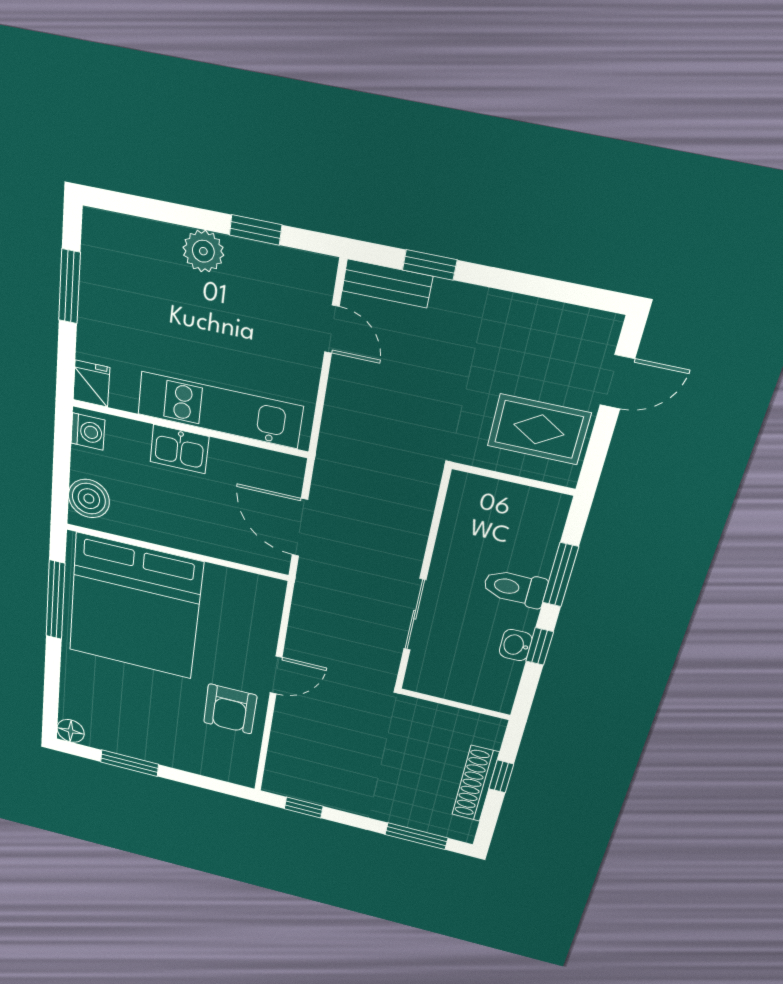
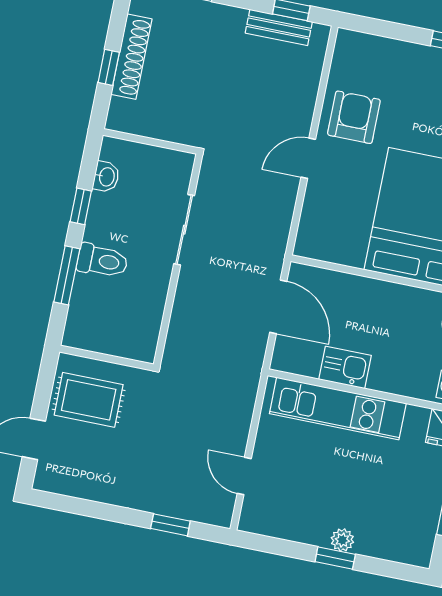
window: (255, 230) -> (335, 558), moved
plant: (203, 251) -> (342, 540), width x0.73, depth x0.73
bench: (387, 284) -> (279, 27), moved
kitchen sink: (179, 449) -> (345, 367), moved
washbasin: (516, 645) -> (106, 177), moved

